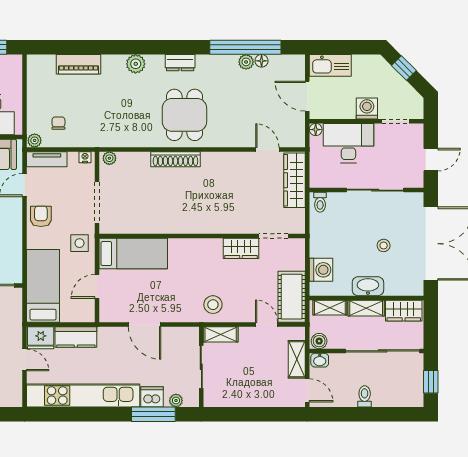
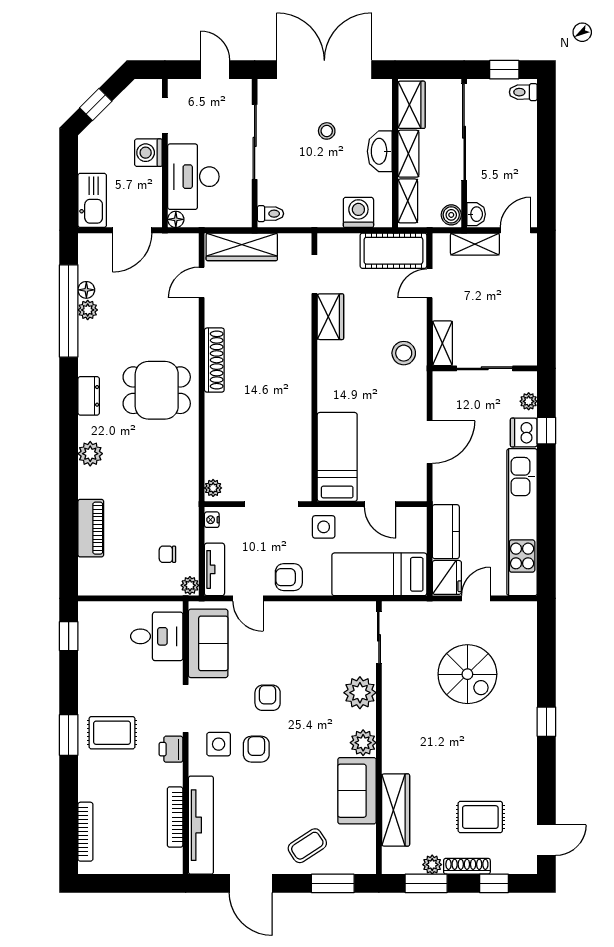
shoe rack: (175, 159) -> (214, 360), moved
toilet: (365, 396) -> (523, 92), moved
window: (153, 414) -> (546, 431), width x0.46

